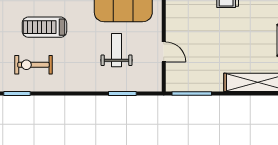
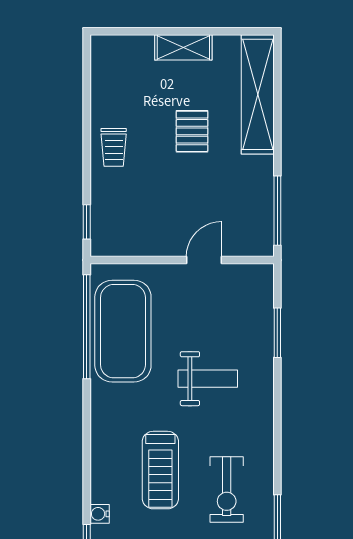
pallet: (237, 45) -> (192, 131), added
weight bench: (116, 50) -> (208, 379), moved, turned 180

